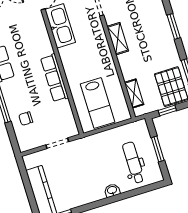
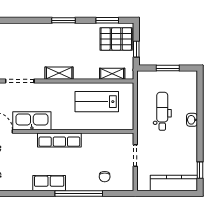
row of seats: (54, 78) -> (59, 140), moved
lab bench: (98, 103) -> (97, 102), moved, turned 180
dental chair: (134, 163) -> (162, 111), moved, turned 90

